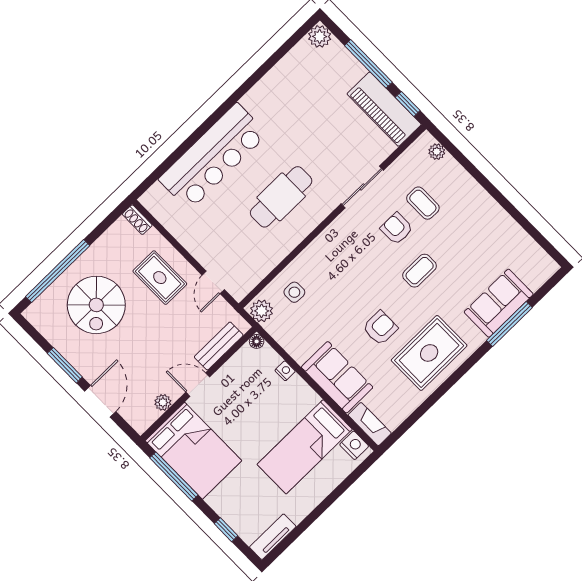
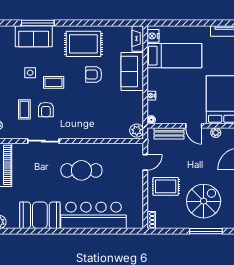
booth: (278, 93) -> (40, 215), added
window: (58, 271) -> (206, 231), width x0.68
rug: (160, 278) -> (166, 186), turned 90
side table: (294, 292) -> (30, 73), moved

